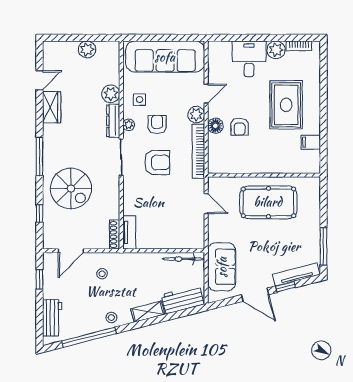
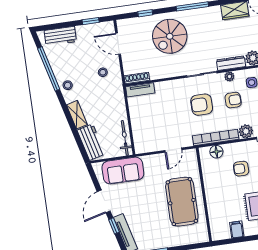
floor lamp: (215, 126) -> (216, 152), moved
armchair: (157, 162) -> (202, 105), turned 90

